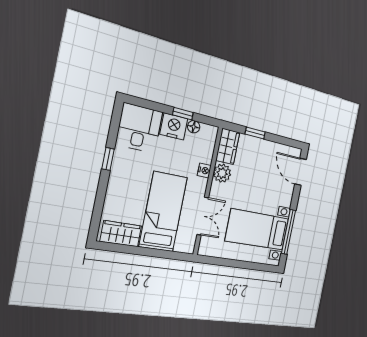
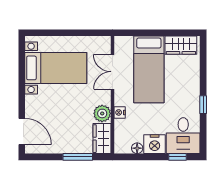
window: (183, 114) -> (177, 157), moved
window: (255, 133) -> (78, 157), width x1.50
window: (288, 232) -> (22, 71), removed

